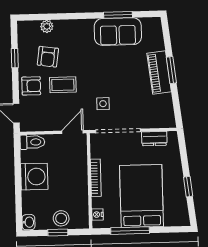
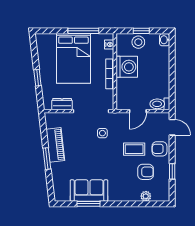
armchair: (48, 57) -> (146, 172), turned 82
piano: (159, 72) -> (55, 145), moved
door: (73, 132) -> (138, 111), moved
washing machine: (34, 177) -> (127, 67), moved, turned 180
window: (188, 187) -> (37, 78), moved

